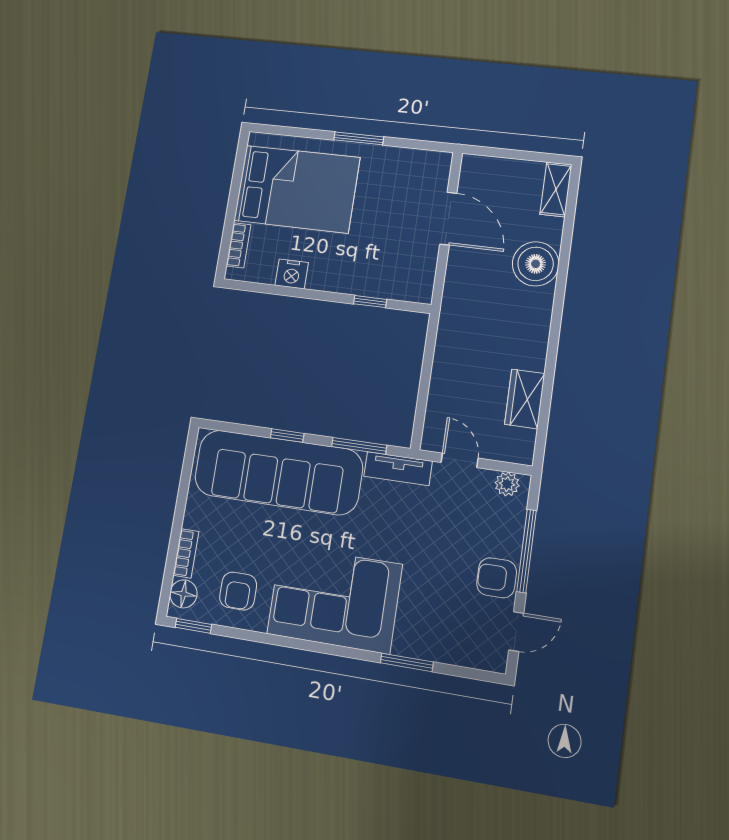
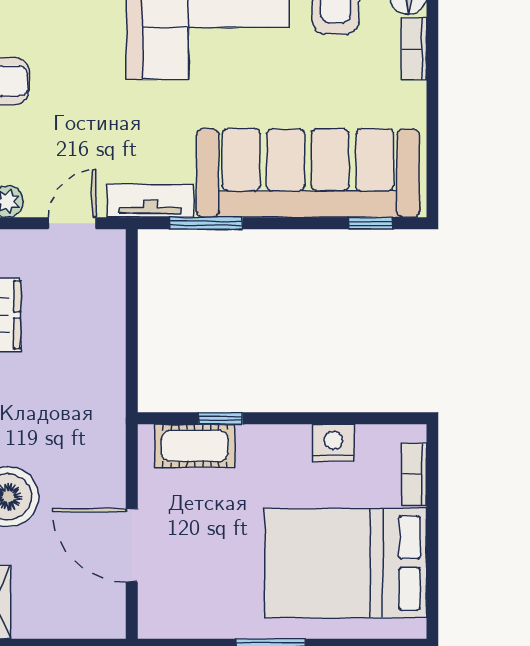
cot: (392, 284) -> (195, 446), added
window: (287, 436) -> (371, 223), moved
door: (460, 460) -> (72, 223), swing flipped

